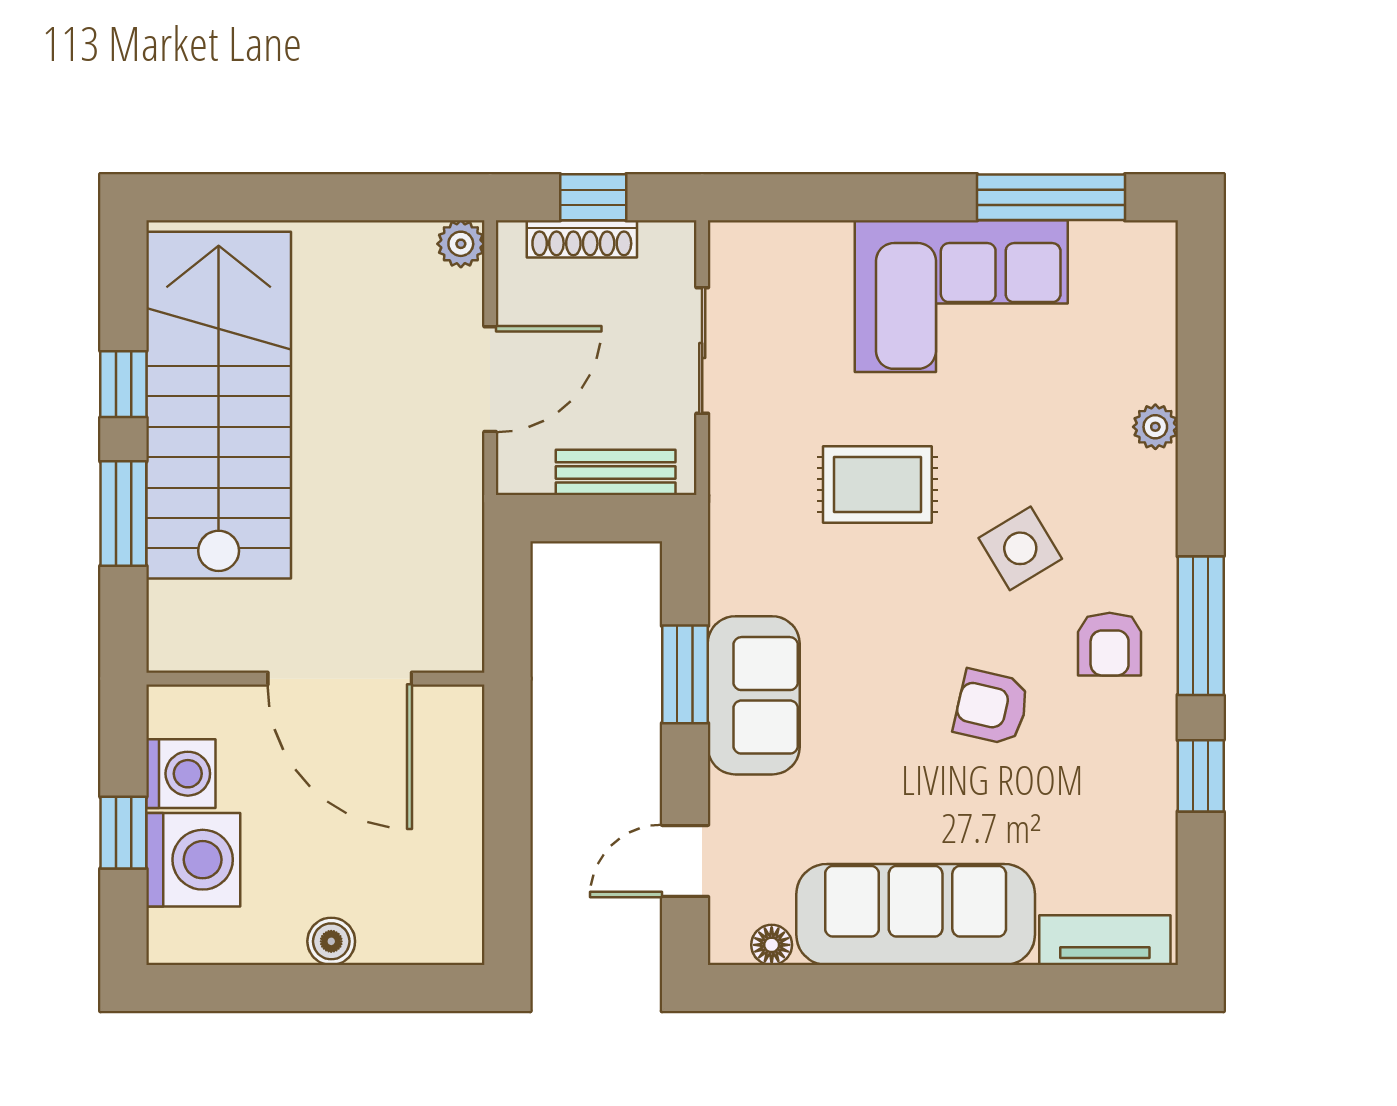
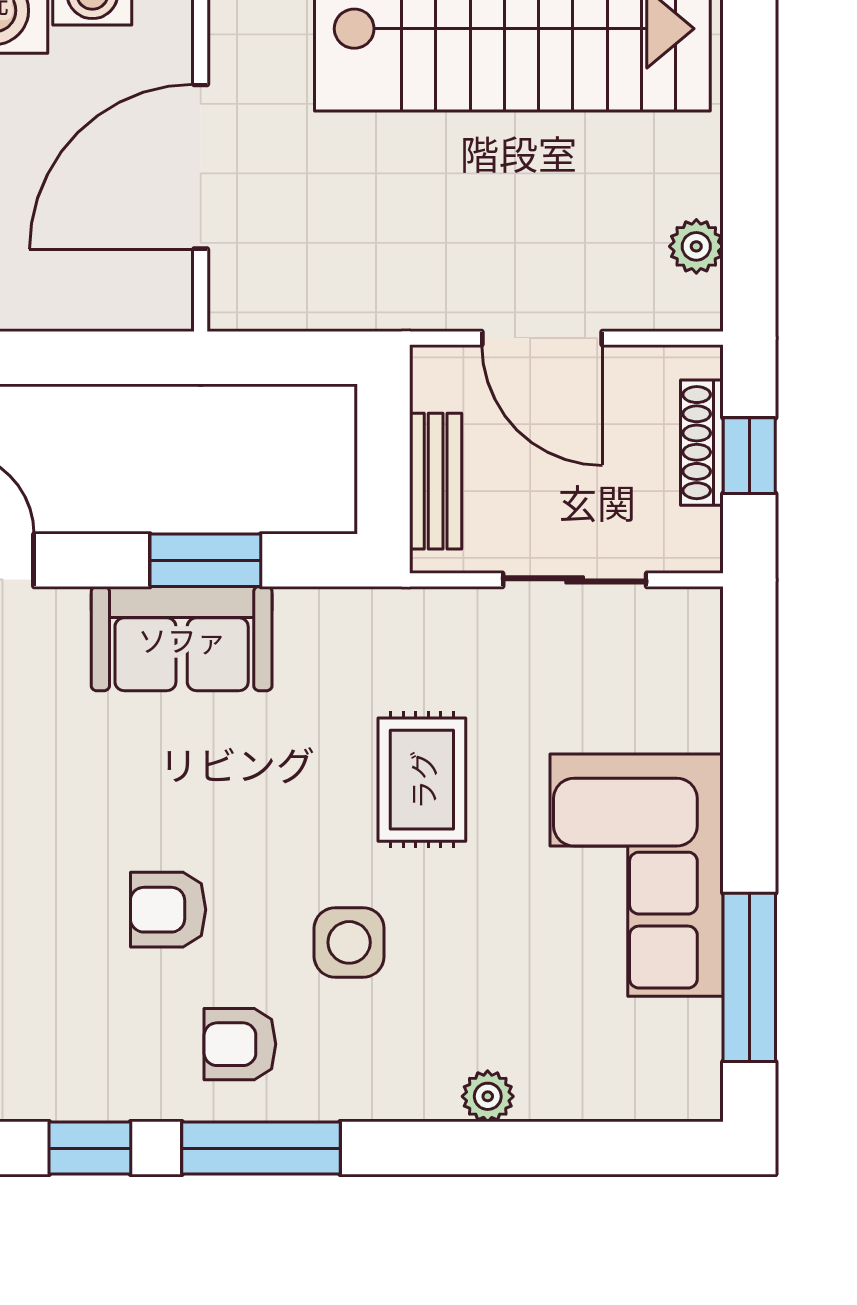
plant: (461, 244) -> (696, 246), moved
side table: (1020, 548) -> (349, 942), turned 31
armchair: (992, 707) -> (168, 910), turned -103

